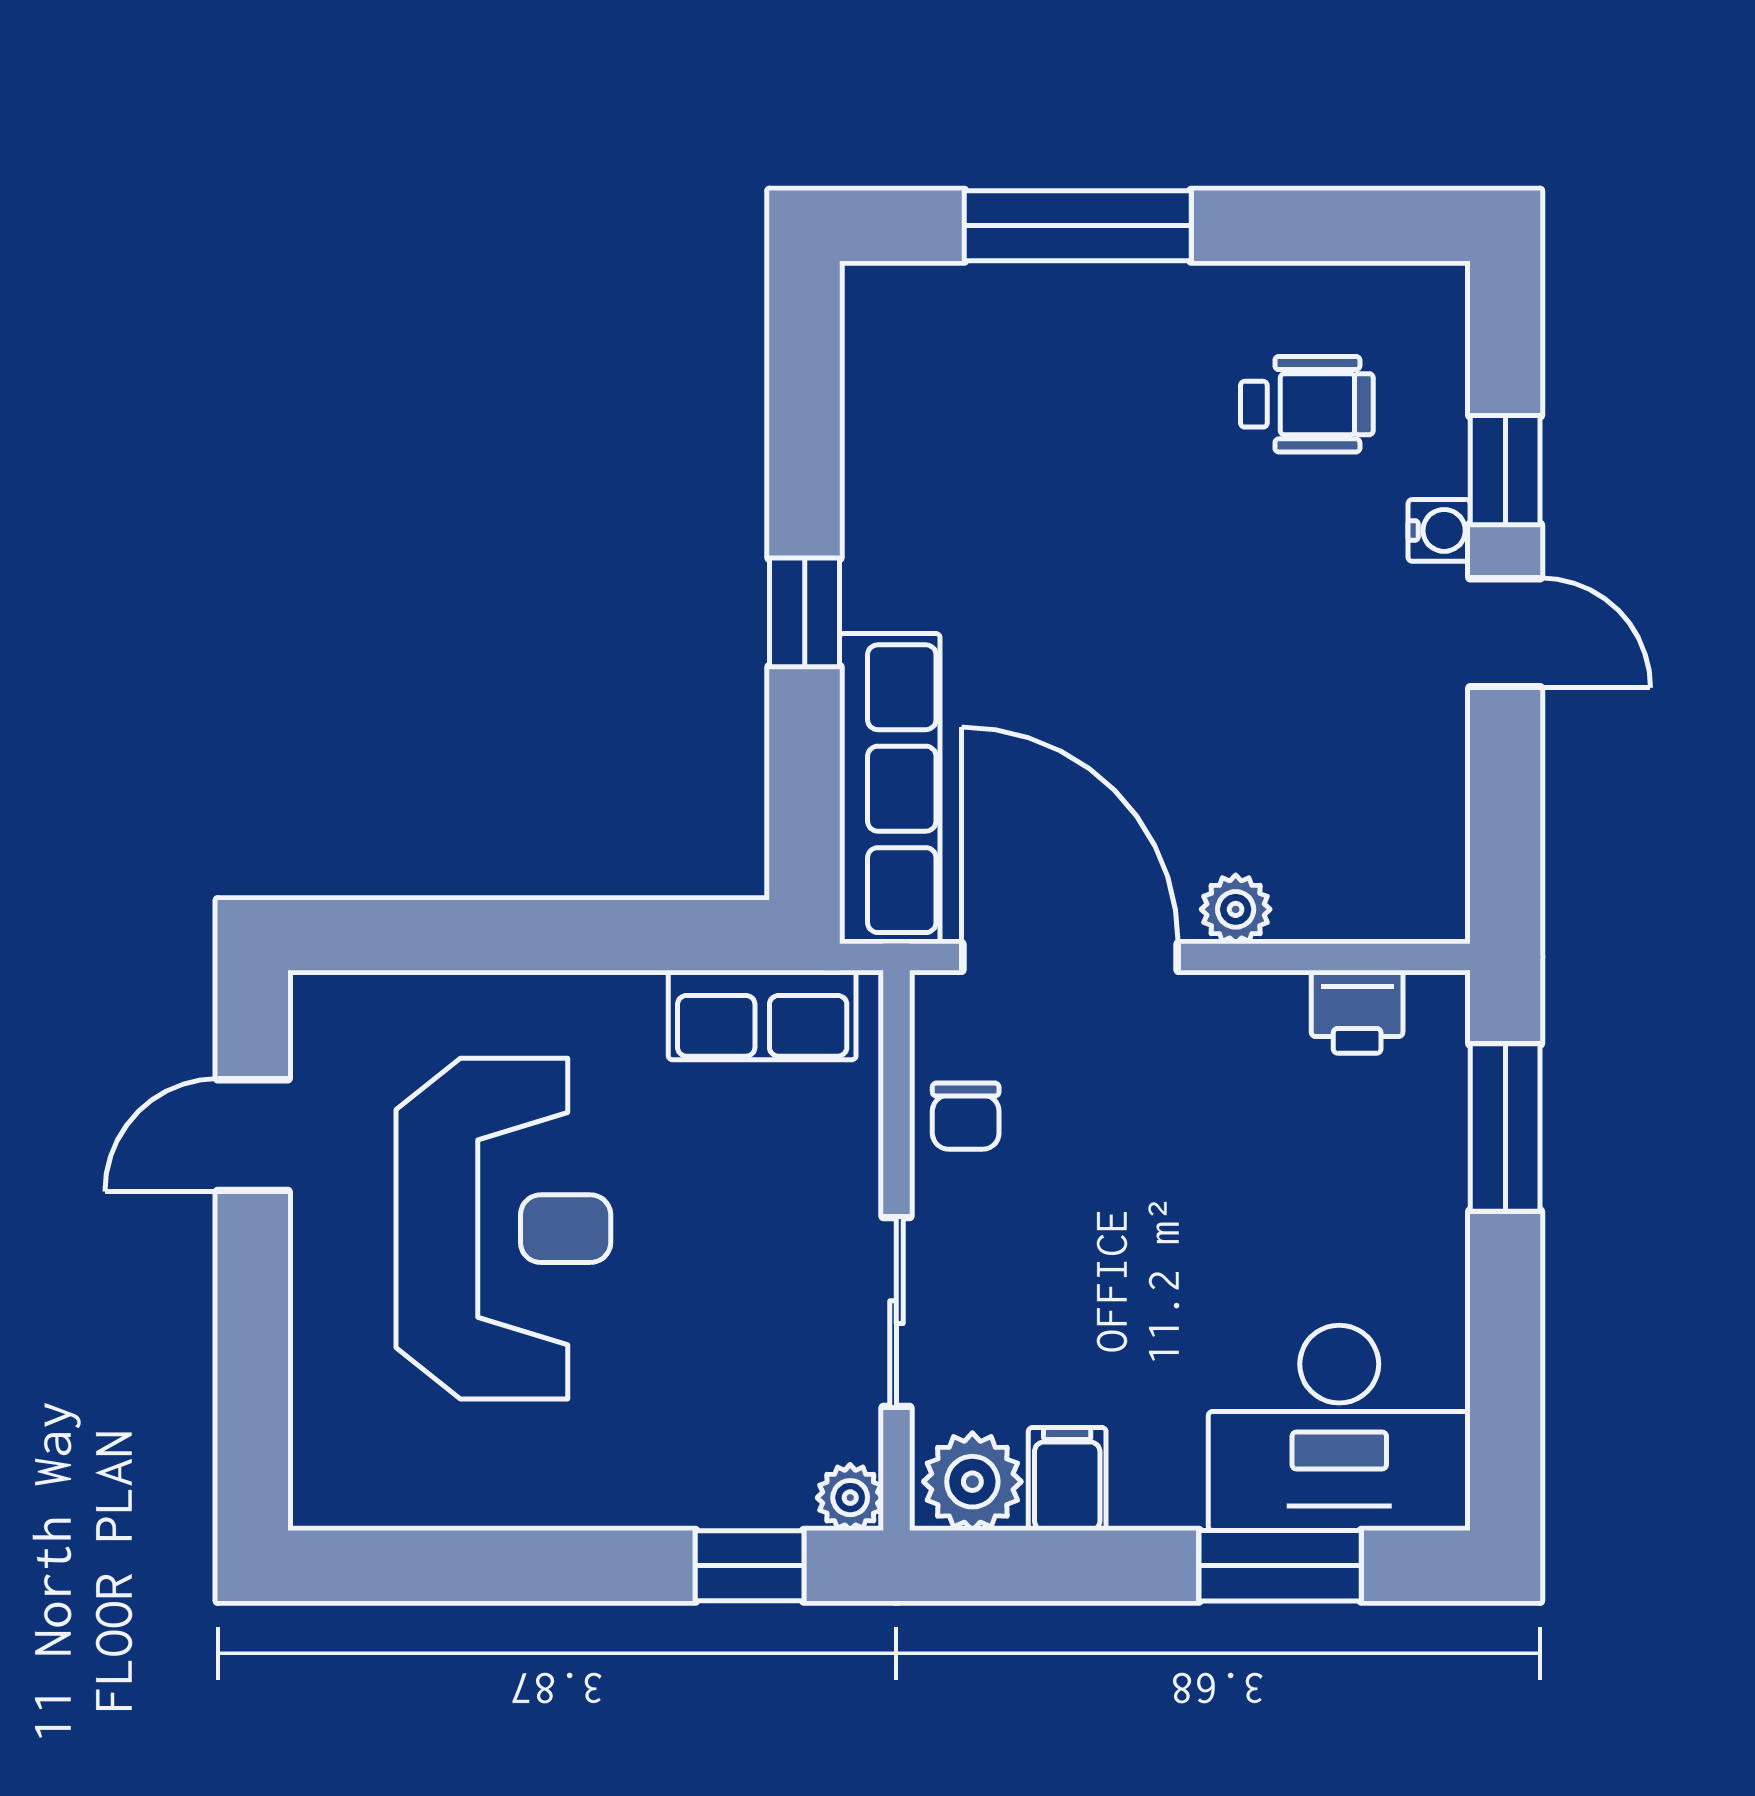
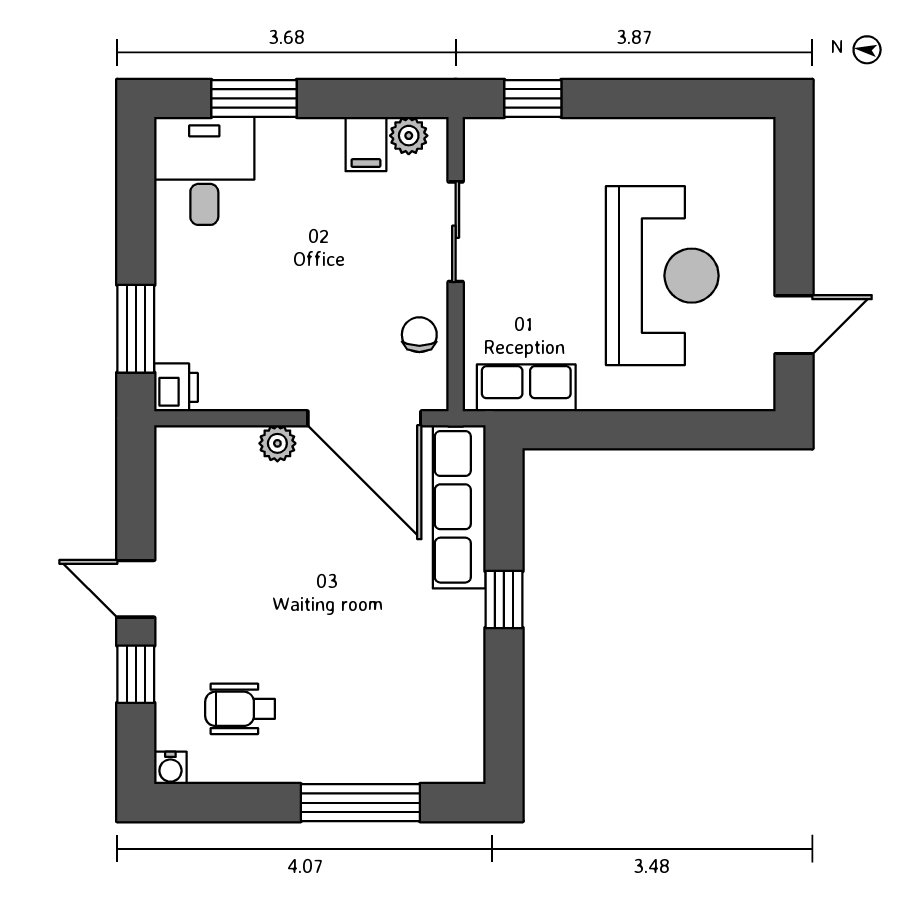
water cooler: (1439, 530) -> (170, 768), moved, turned -90
printer: (1357, 1012) -> (176, 387), moved, turned 90
reception desk: (503, 1229) -> (662, 276), turned 180
desk: (1339, 1428) -> (204, 171), width x0.73
plant: (972, 1482) -> (409, 136), width x0.73, depth x0.73
plant: (850, 1498) -> (480, 134), removed

